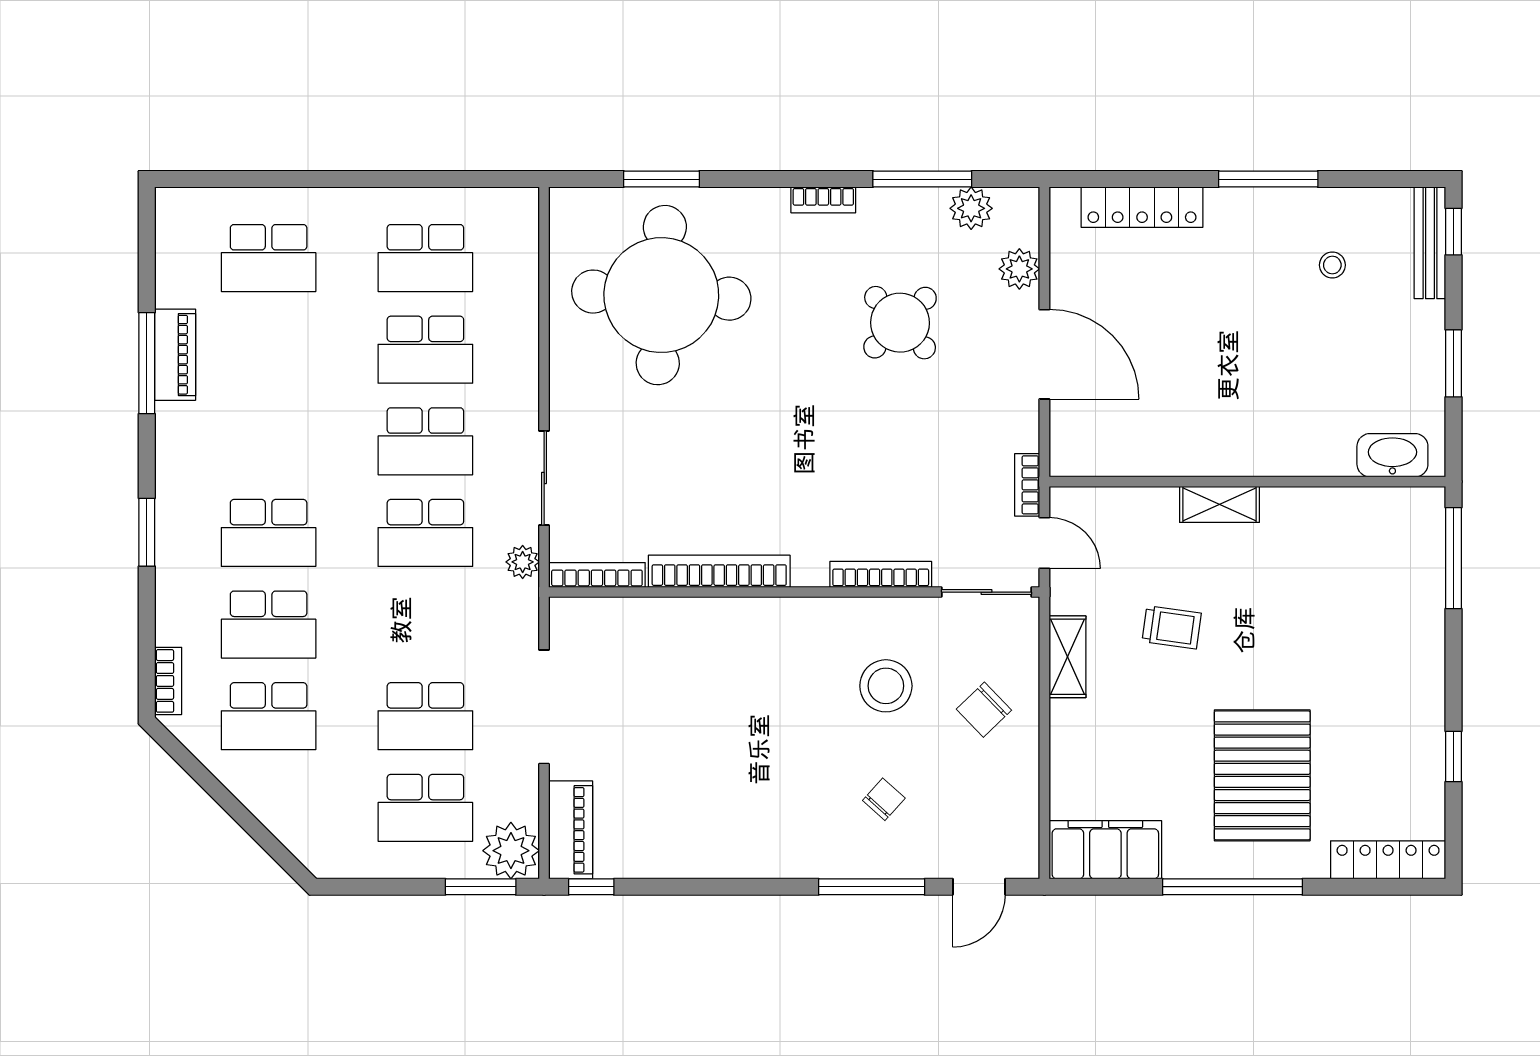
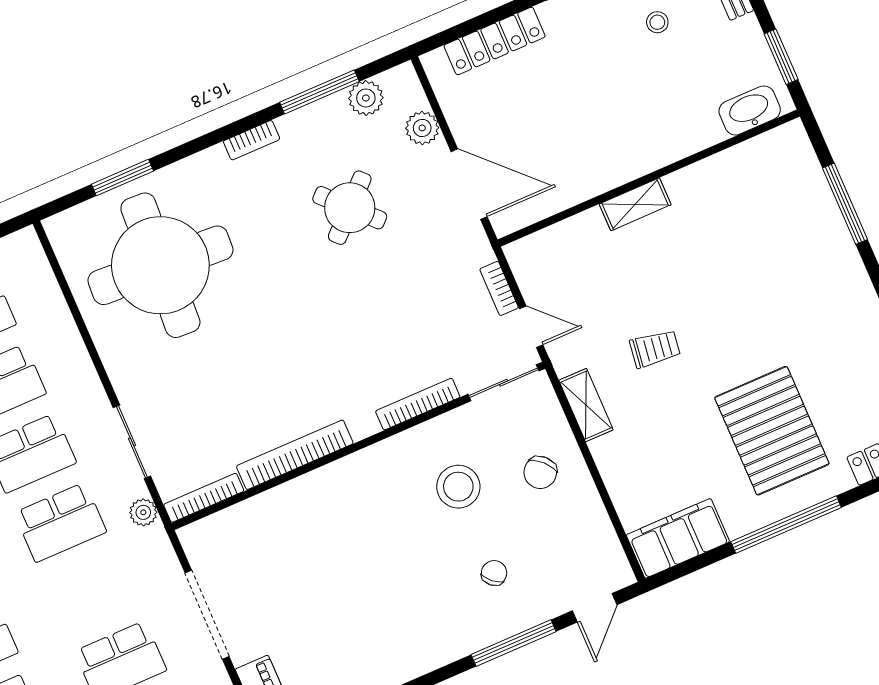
washbasin: (1392, 455) -> (750, 110), moved
wall: (1247, 482) -> (649, 178), moved
shelving: (1219, 504) -> (635, 204), moved

